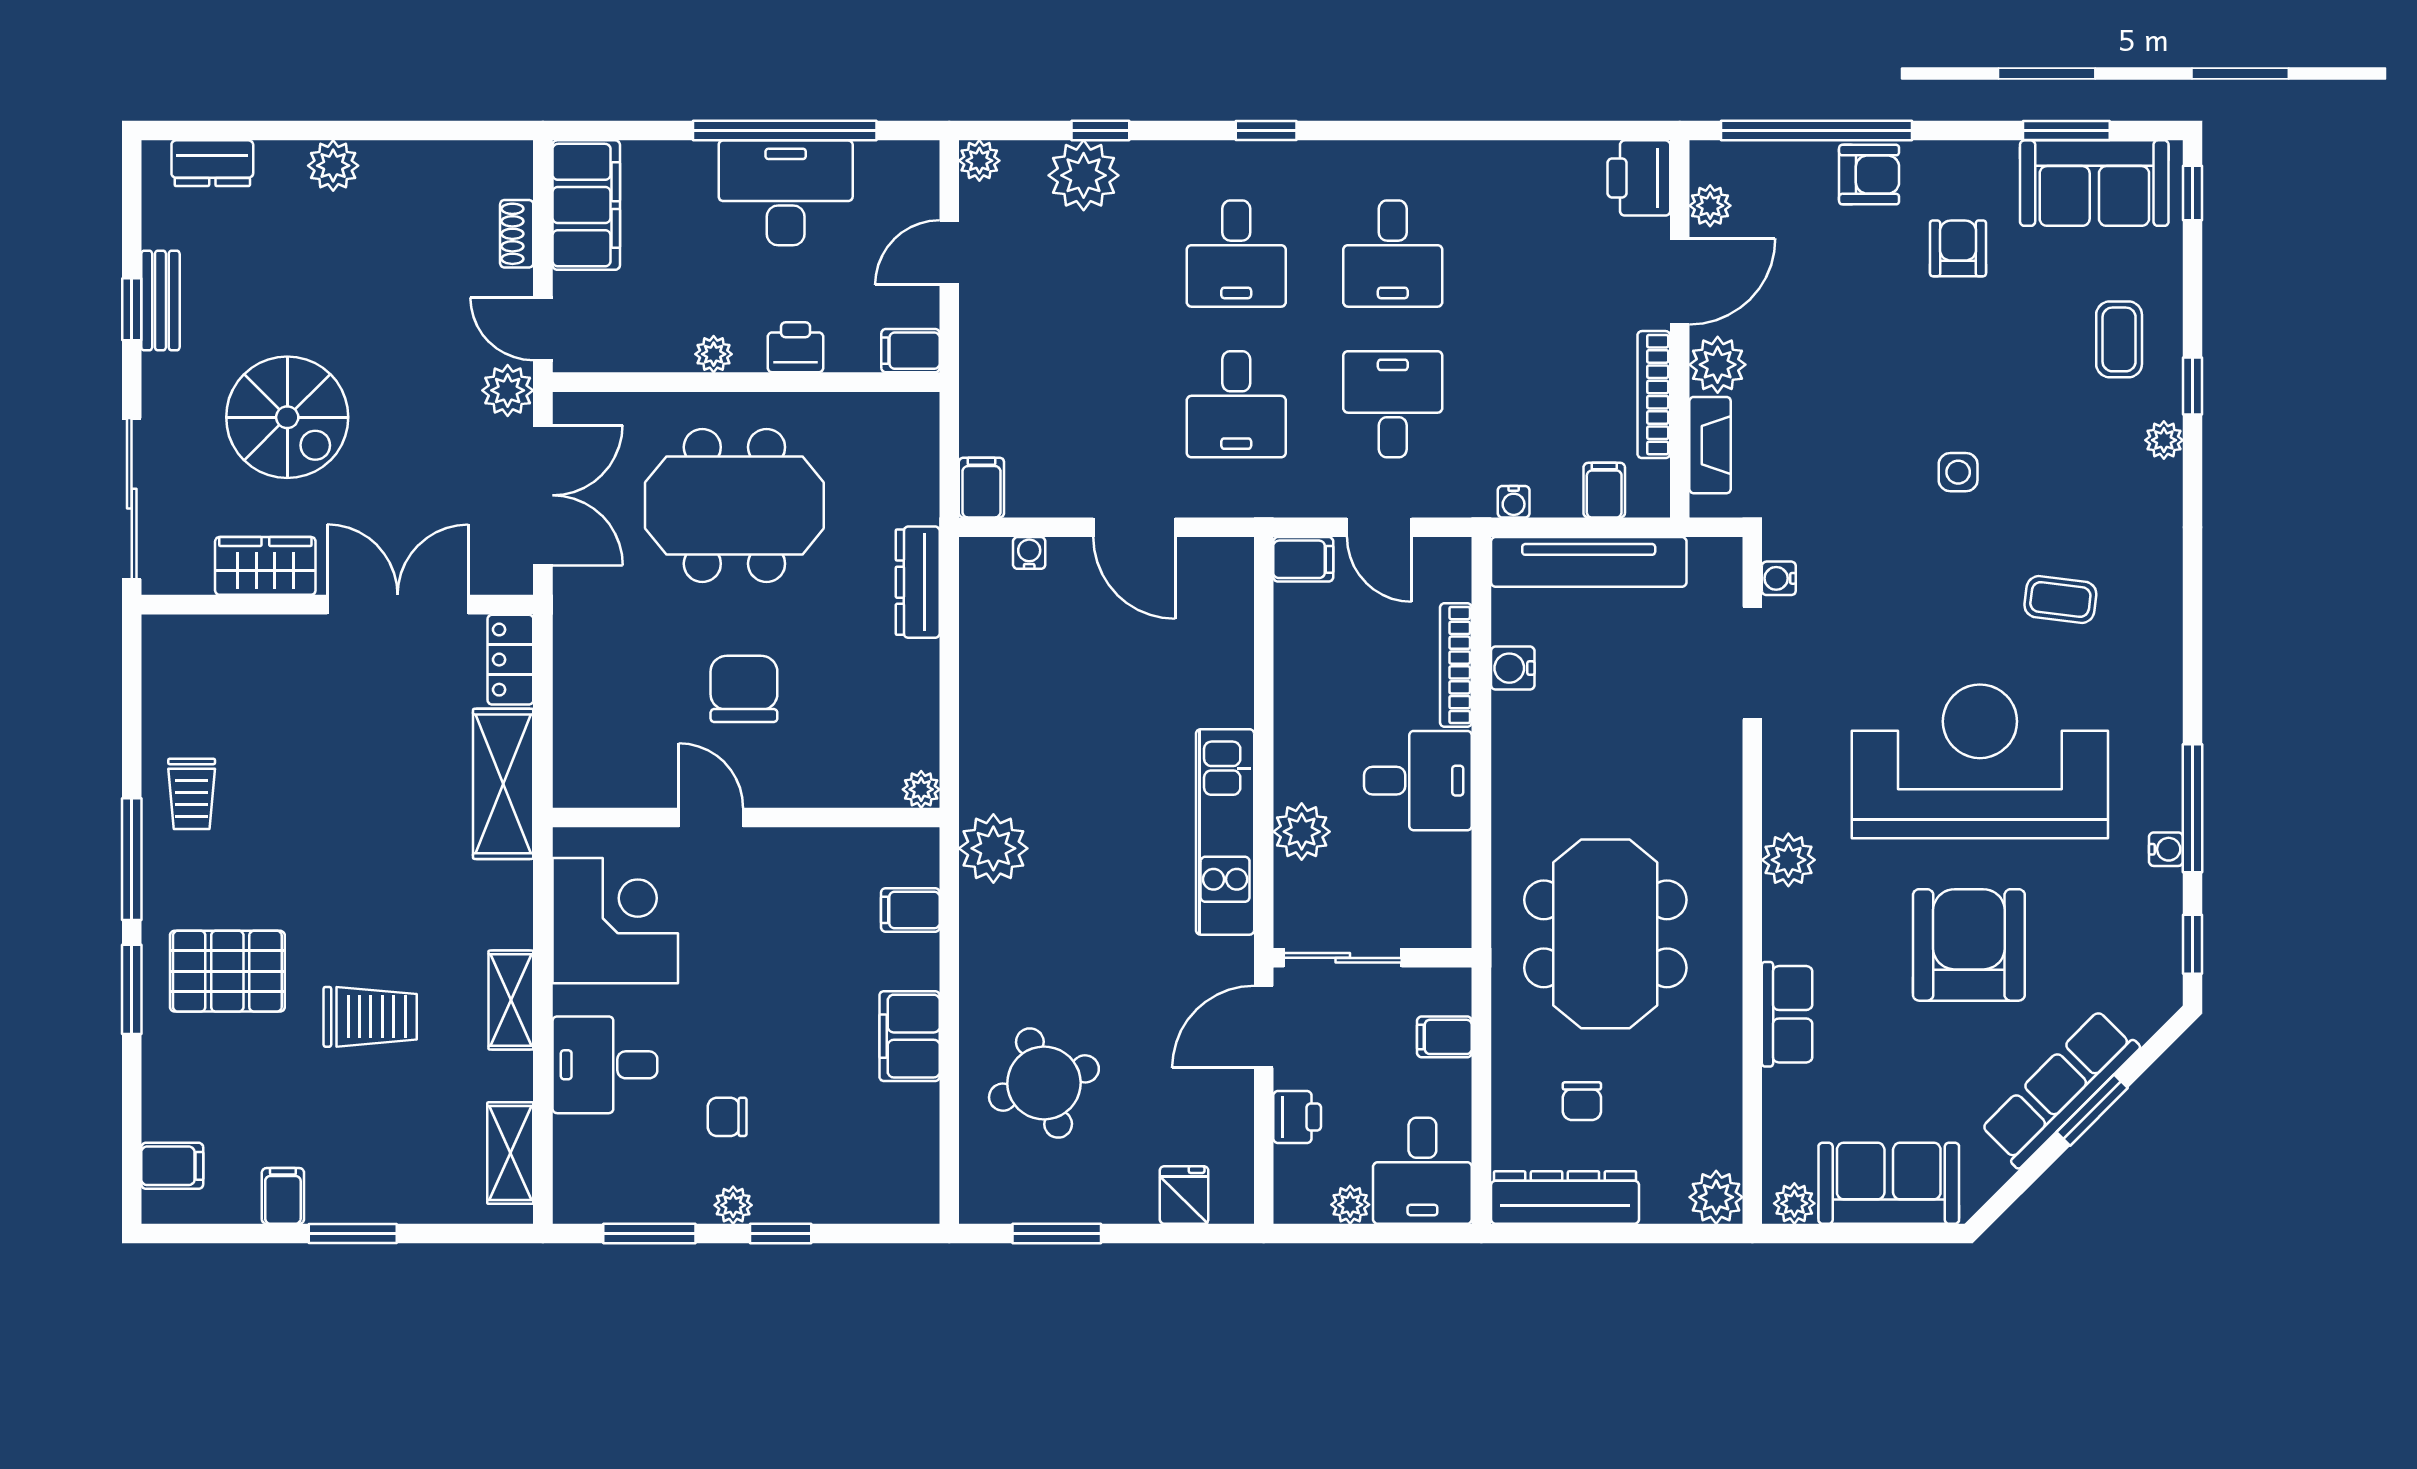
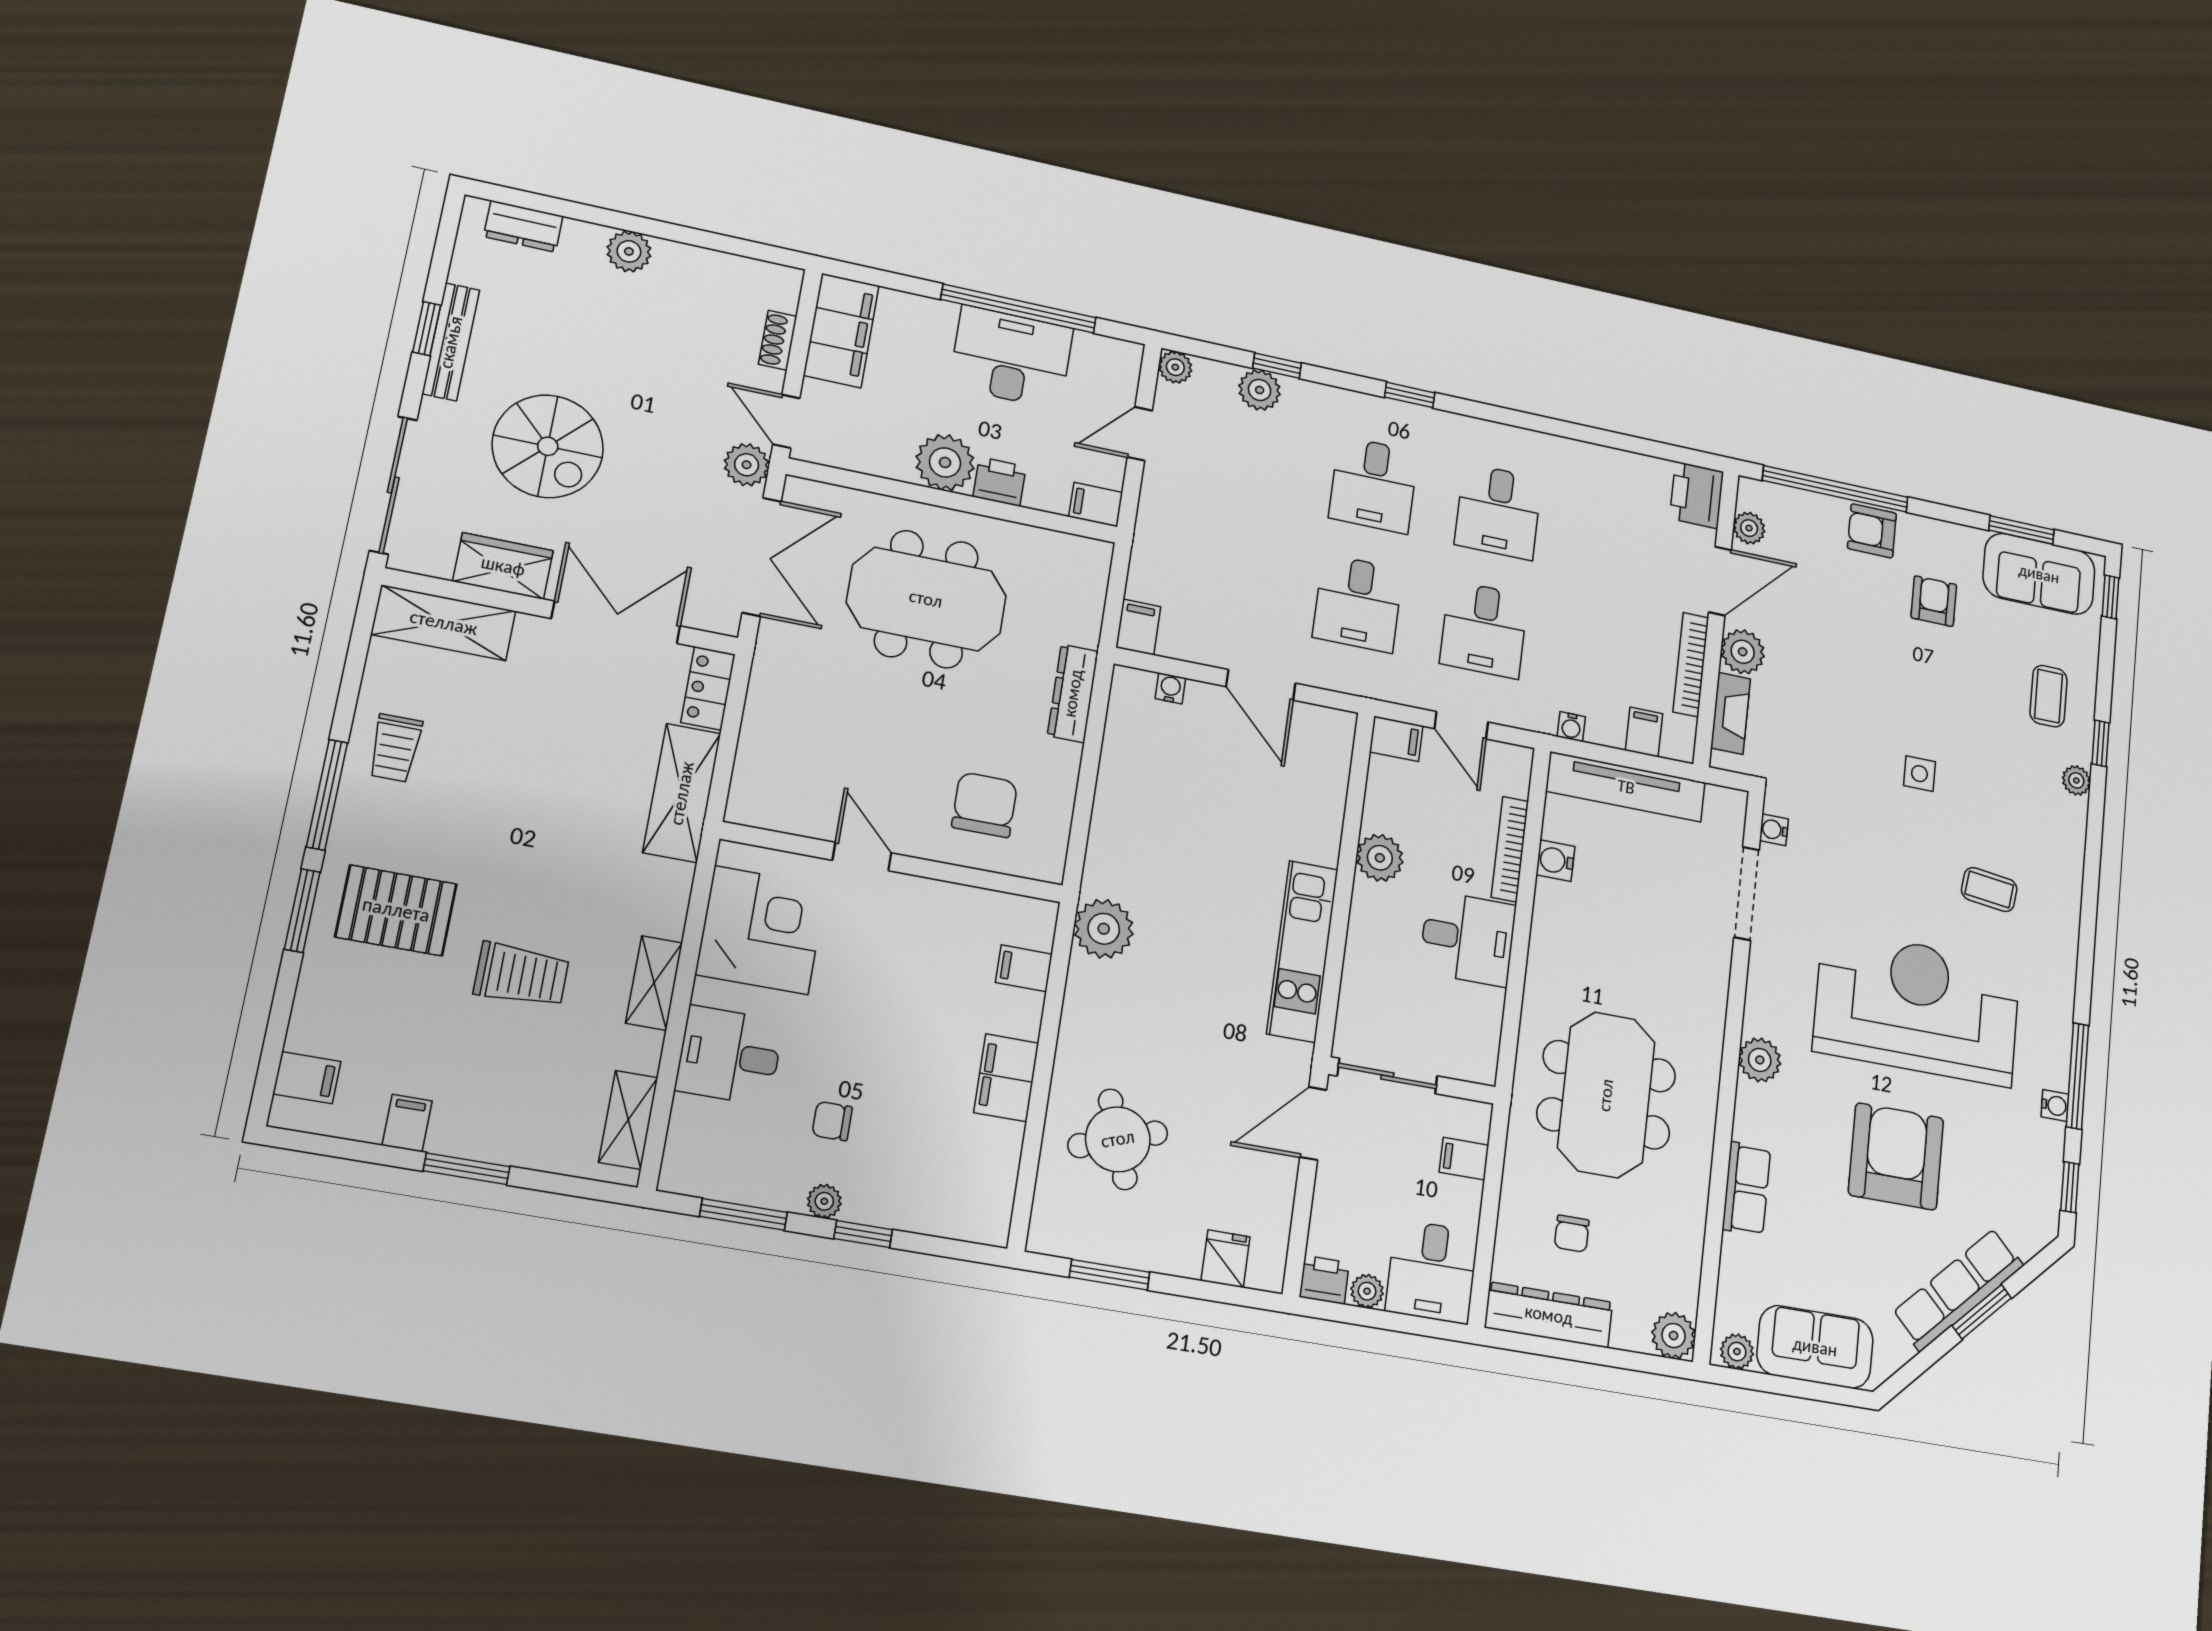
plant: (1084, 175) -> (1260, 390), width x0.73, depth x0.73
armchair: (1869, 175) -> (1872, 531), turned 180
bench: (160, 301) -> (451, 342), width x1.36
plant: (714, 354) -> (945, 462), width x1.87, depth x1.87
desk: (1393, 404) -> (1484, 629), turned 180
shelving: (215, 644) -> (444, 623), added
chair: (744, 689) -> (985, 805), moved
plant: (921, 789) -> (1049, 867), removed
plant: (1302, 832) -> (1380, 858), moved
printer: (1297, 1117) -> (1324, 1280), moved, turned -90

